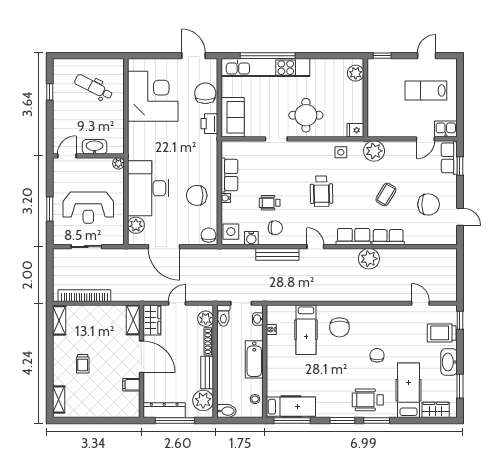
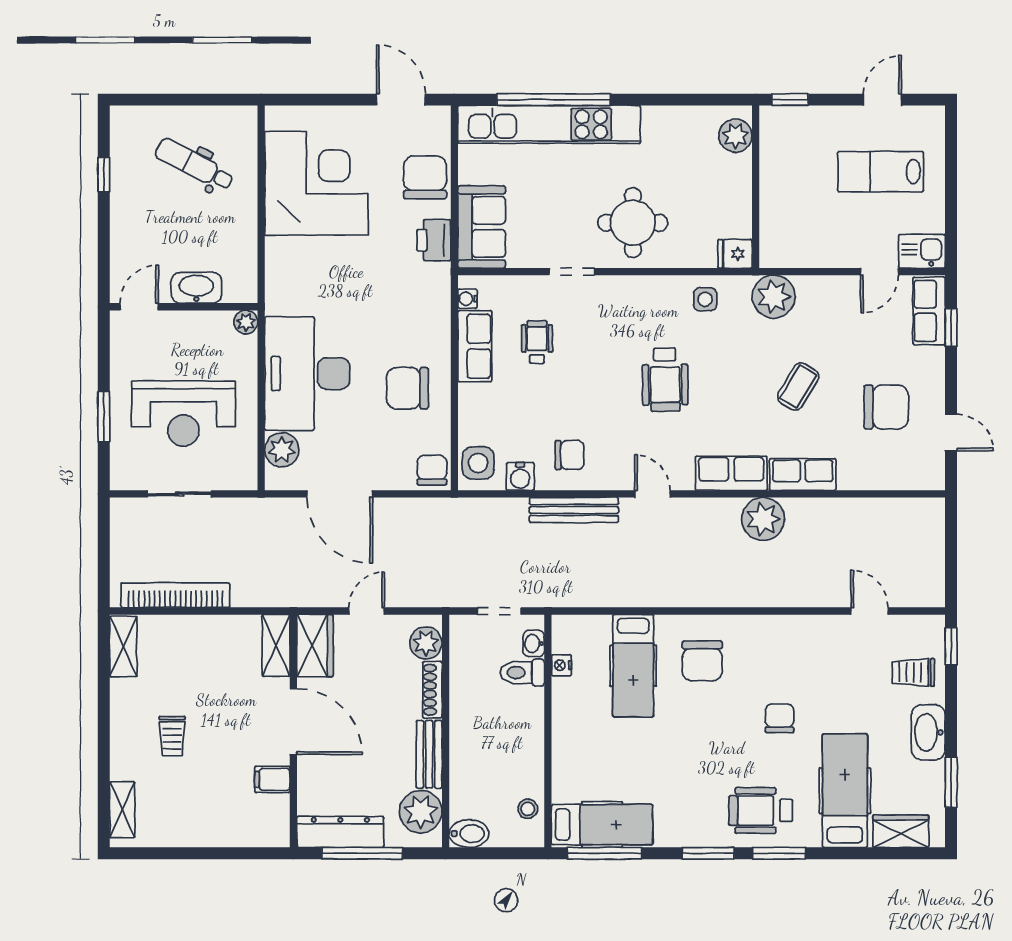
water cooler: (226, 198) -> (467, 299), moved
wheelchair: (270, 203) -> (537, 342), moved, turned 90
toilet: (223, 316) -> (522, 673), moved, turned 90
trolley: (442, 333) -> (913, 672), width x0.73, depth x0.72
bathtub: (254, 359) -> (526, 727), removed

